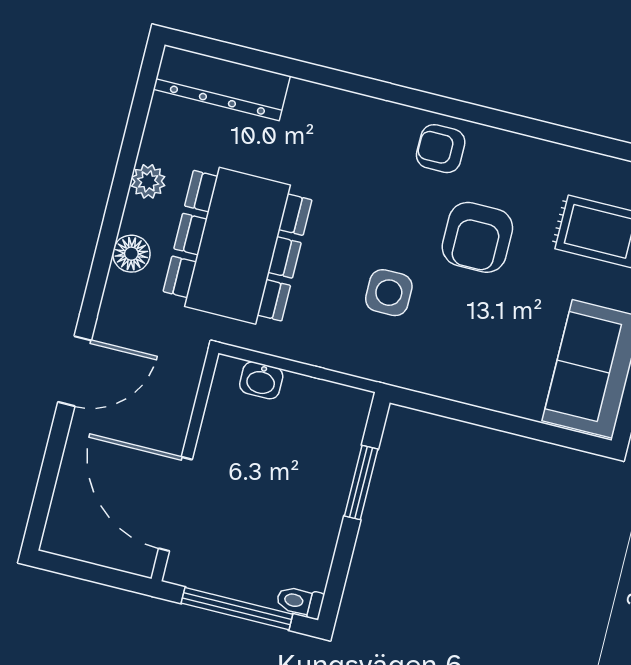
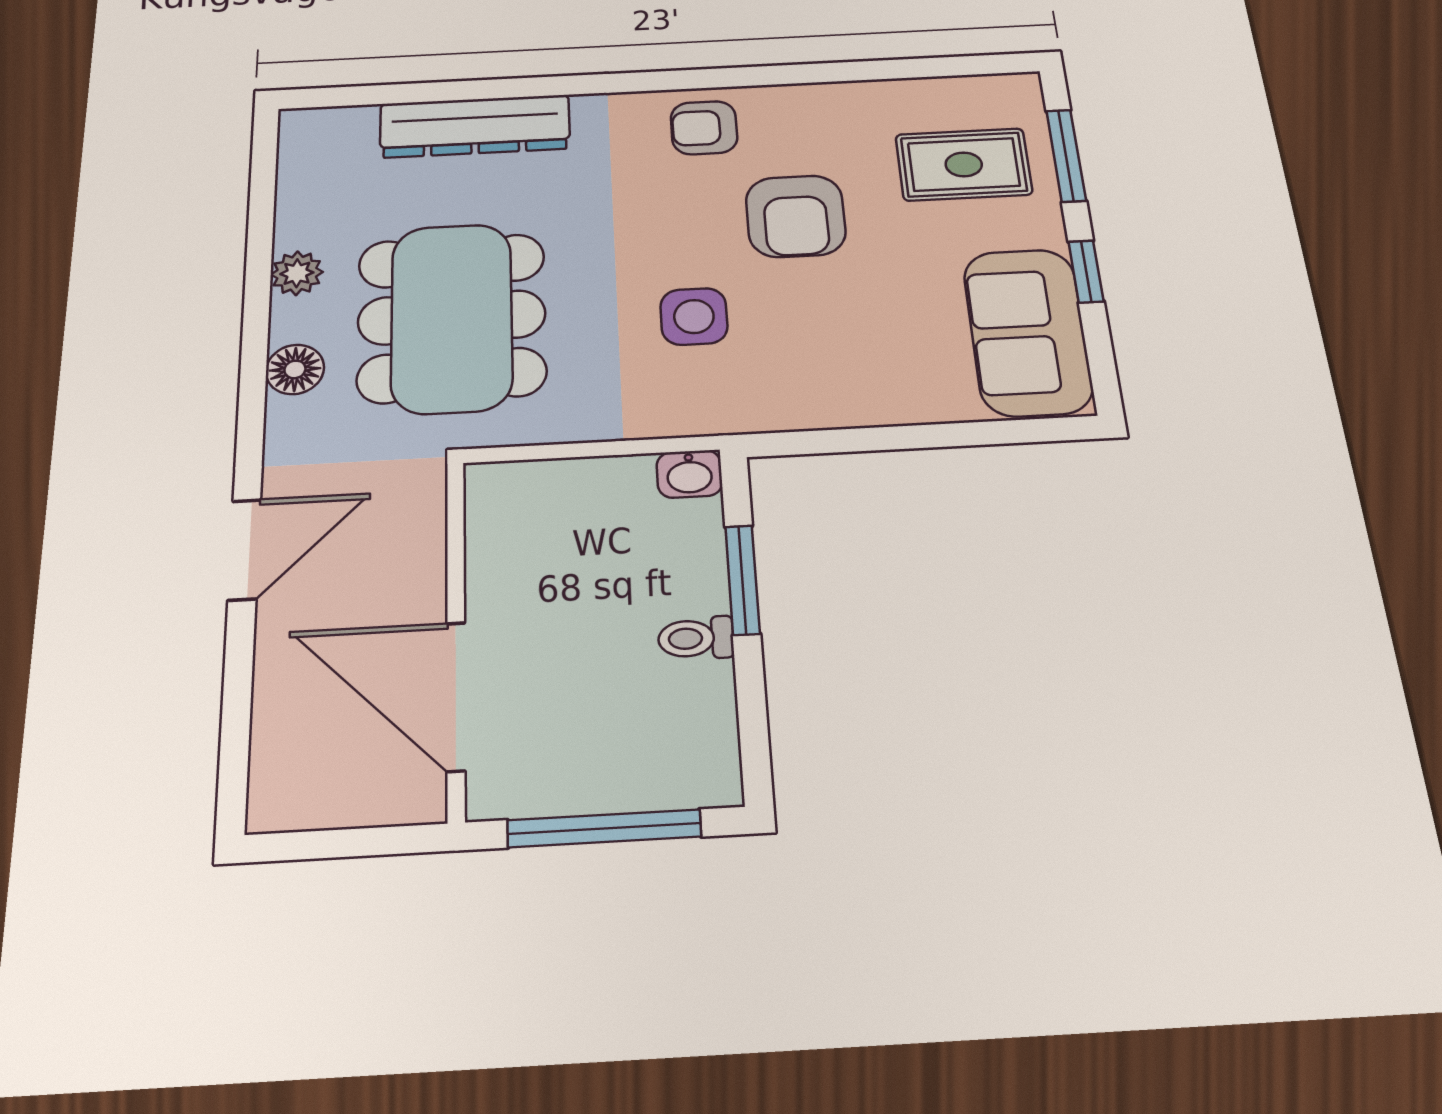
dresser: (222, 83) -> (475, 126), moved
washbasin: (261, 380) -> (689, 474), moved
toilet: (300, 602) -> (696, 638), moved

